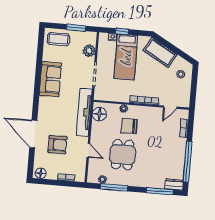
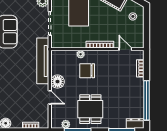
door: (170, 107) -> (125, 49), swing flipped
floor lamp: (99, 114) -> (58, 82), moved
armchair: (57, 145) -> (20, 94), removed
dining table: (123, 155) -> (90, 109), moved

